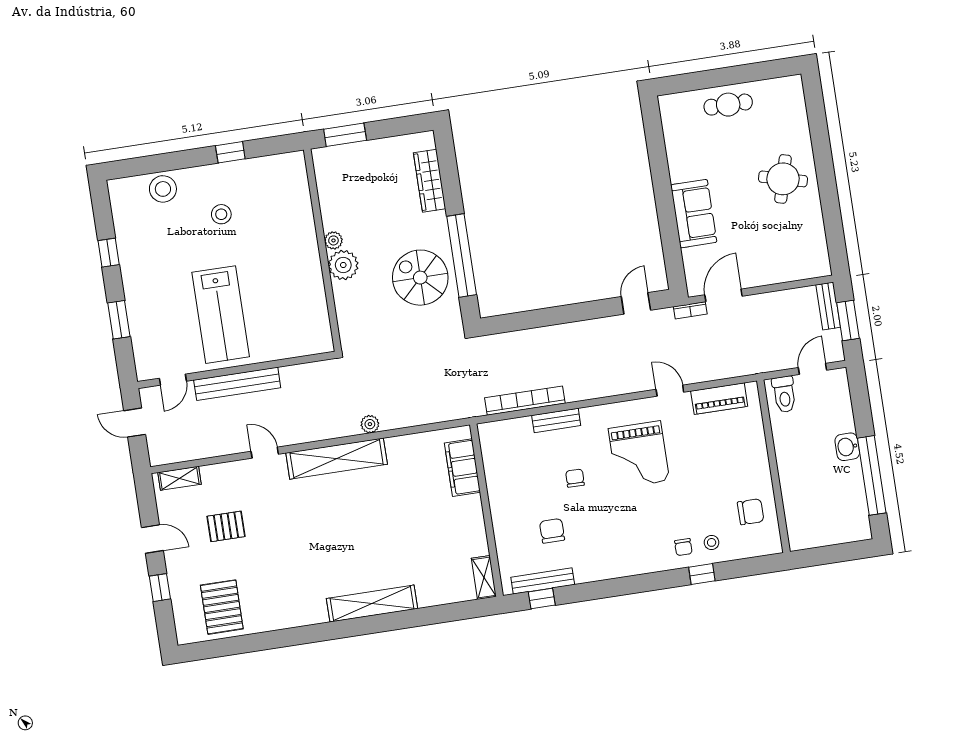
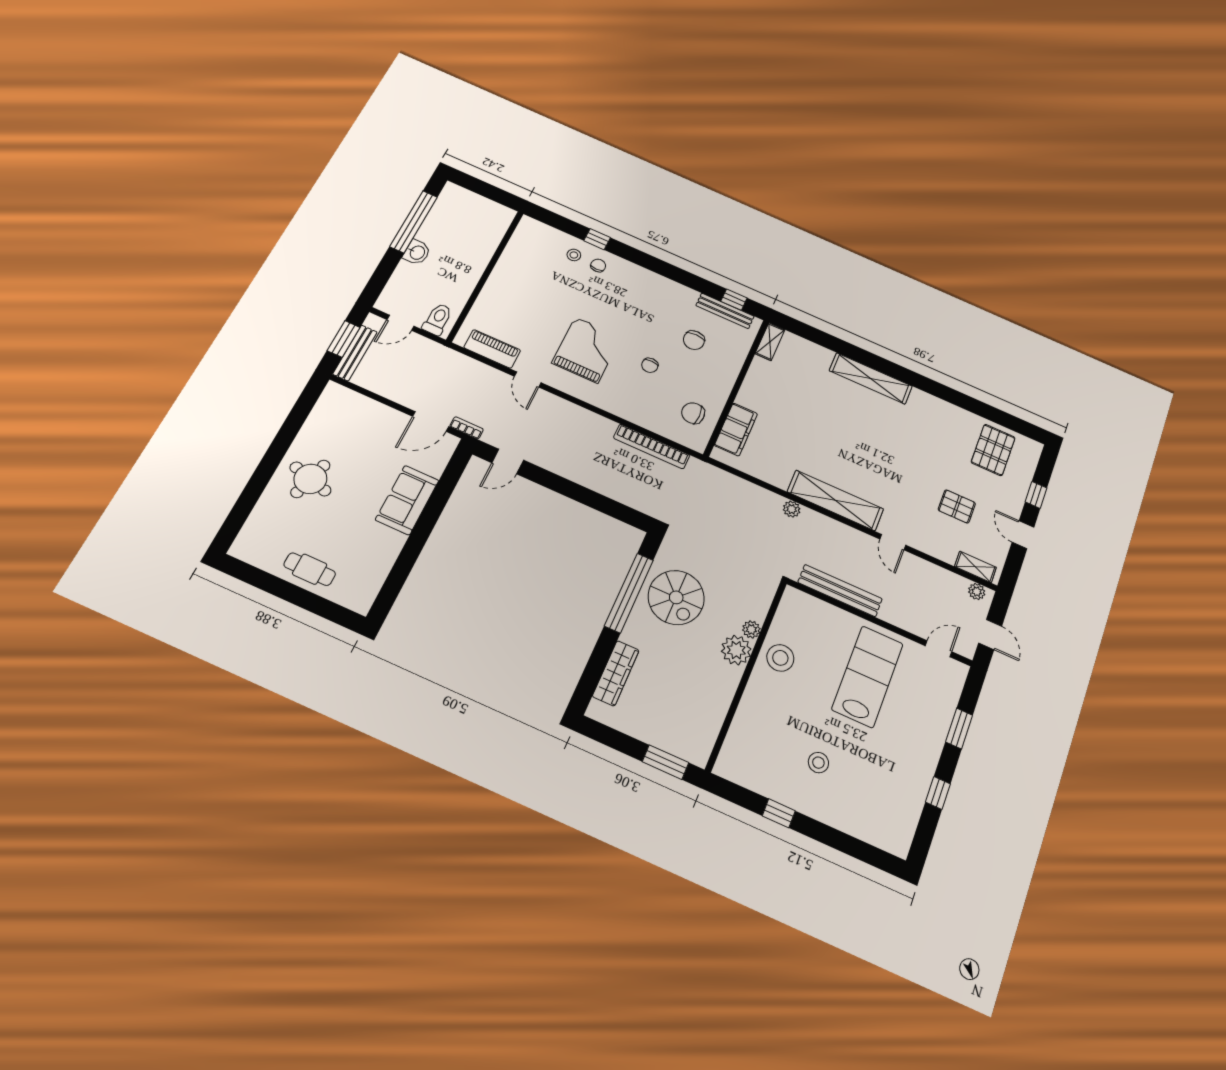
stool: (163, 189) -> (780, 658), moved
plant: (333, 240) -> (751, 629), moved
bench: (828, 306) -> (355, 353), width x1.36
bench: (237, 384) -> (840, 591), moved
bench: (556, 420) -> (636, 416), removed
plant: (167, 455) -> (977, 591), added
chair: (751, 512) -> (693, 413), moved

